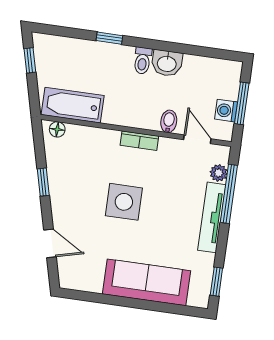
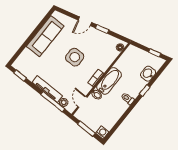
washbasin: (167, 63) -> (148, 74), moved
bathtub: (73, 105) -> (109, 81), moved
washing machine: (226, 111) -> (102, 133), moved
door: (197, 139) -> (82, 102), swing flipped
door: (50, 243) -> (85, 21), moved
sofa: (146, 282) -> (45, 36), moved

